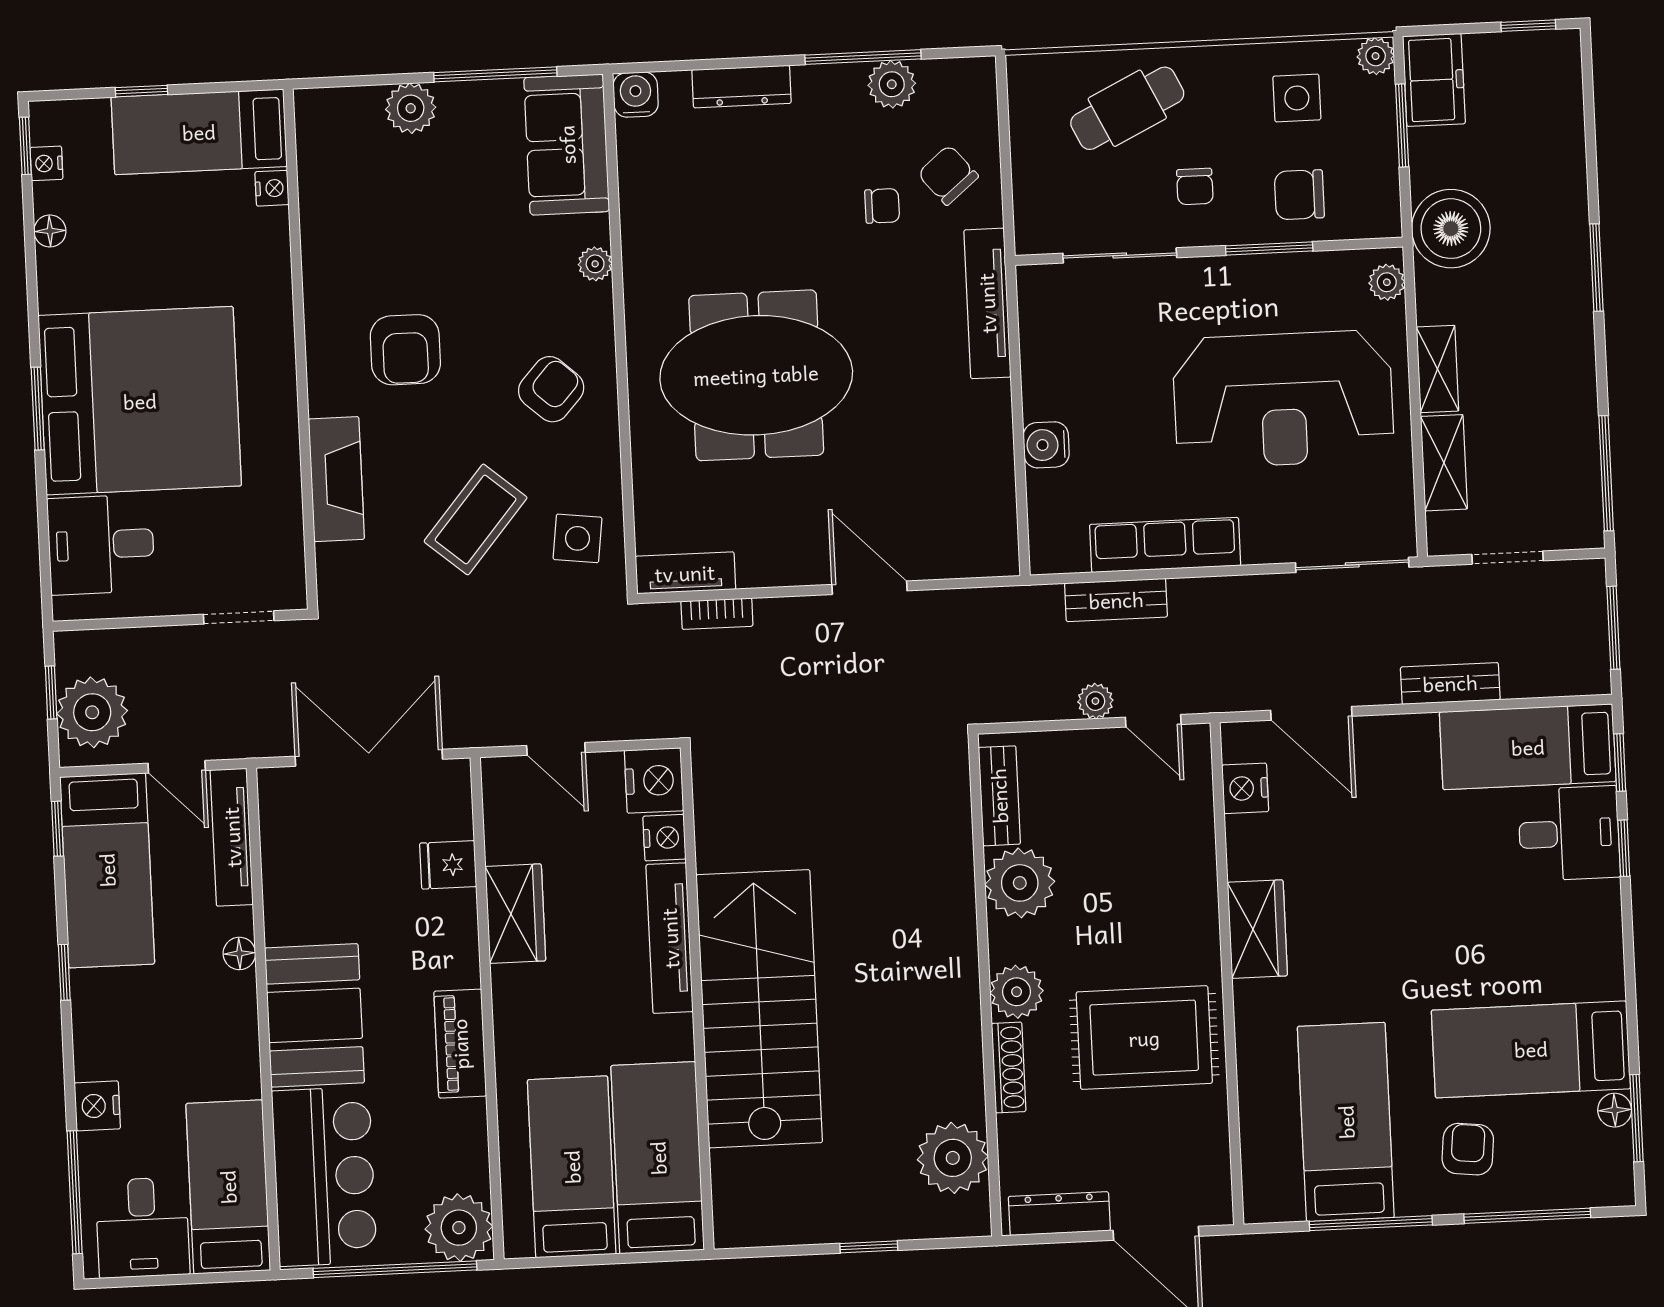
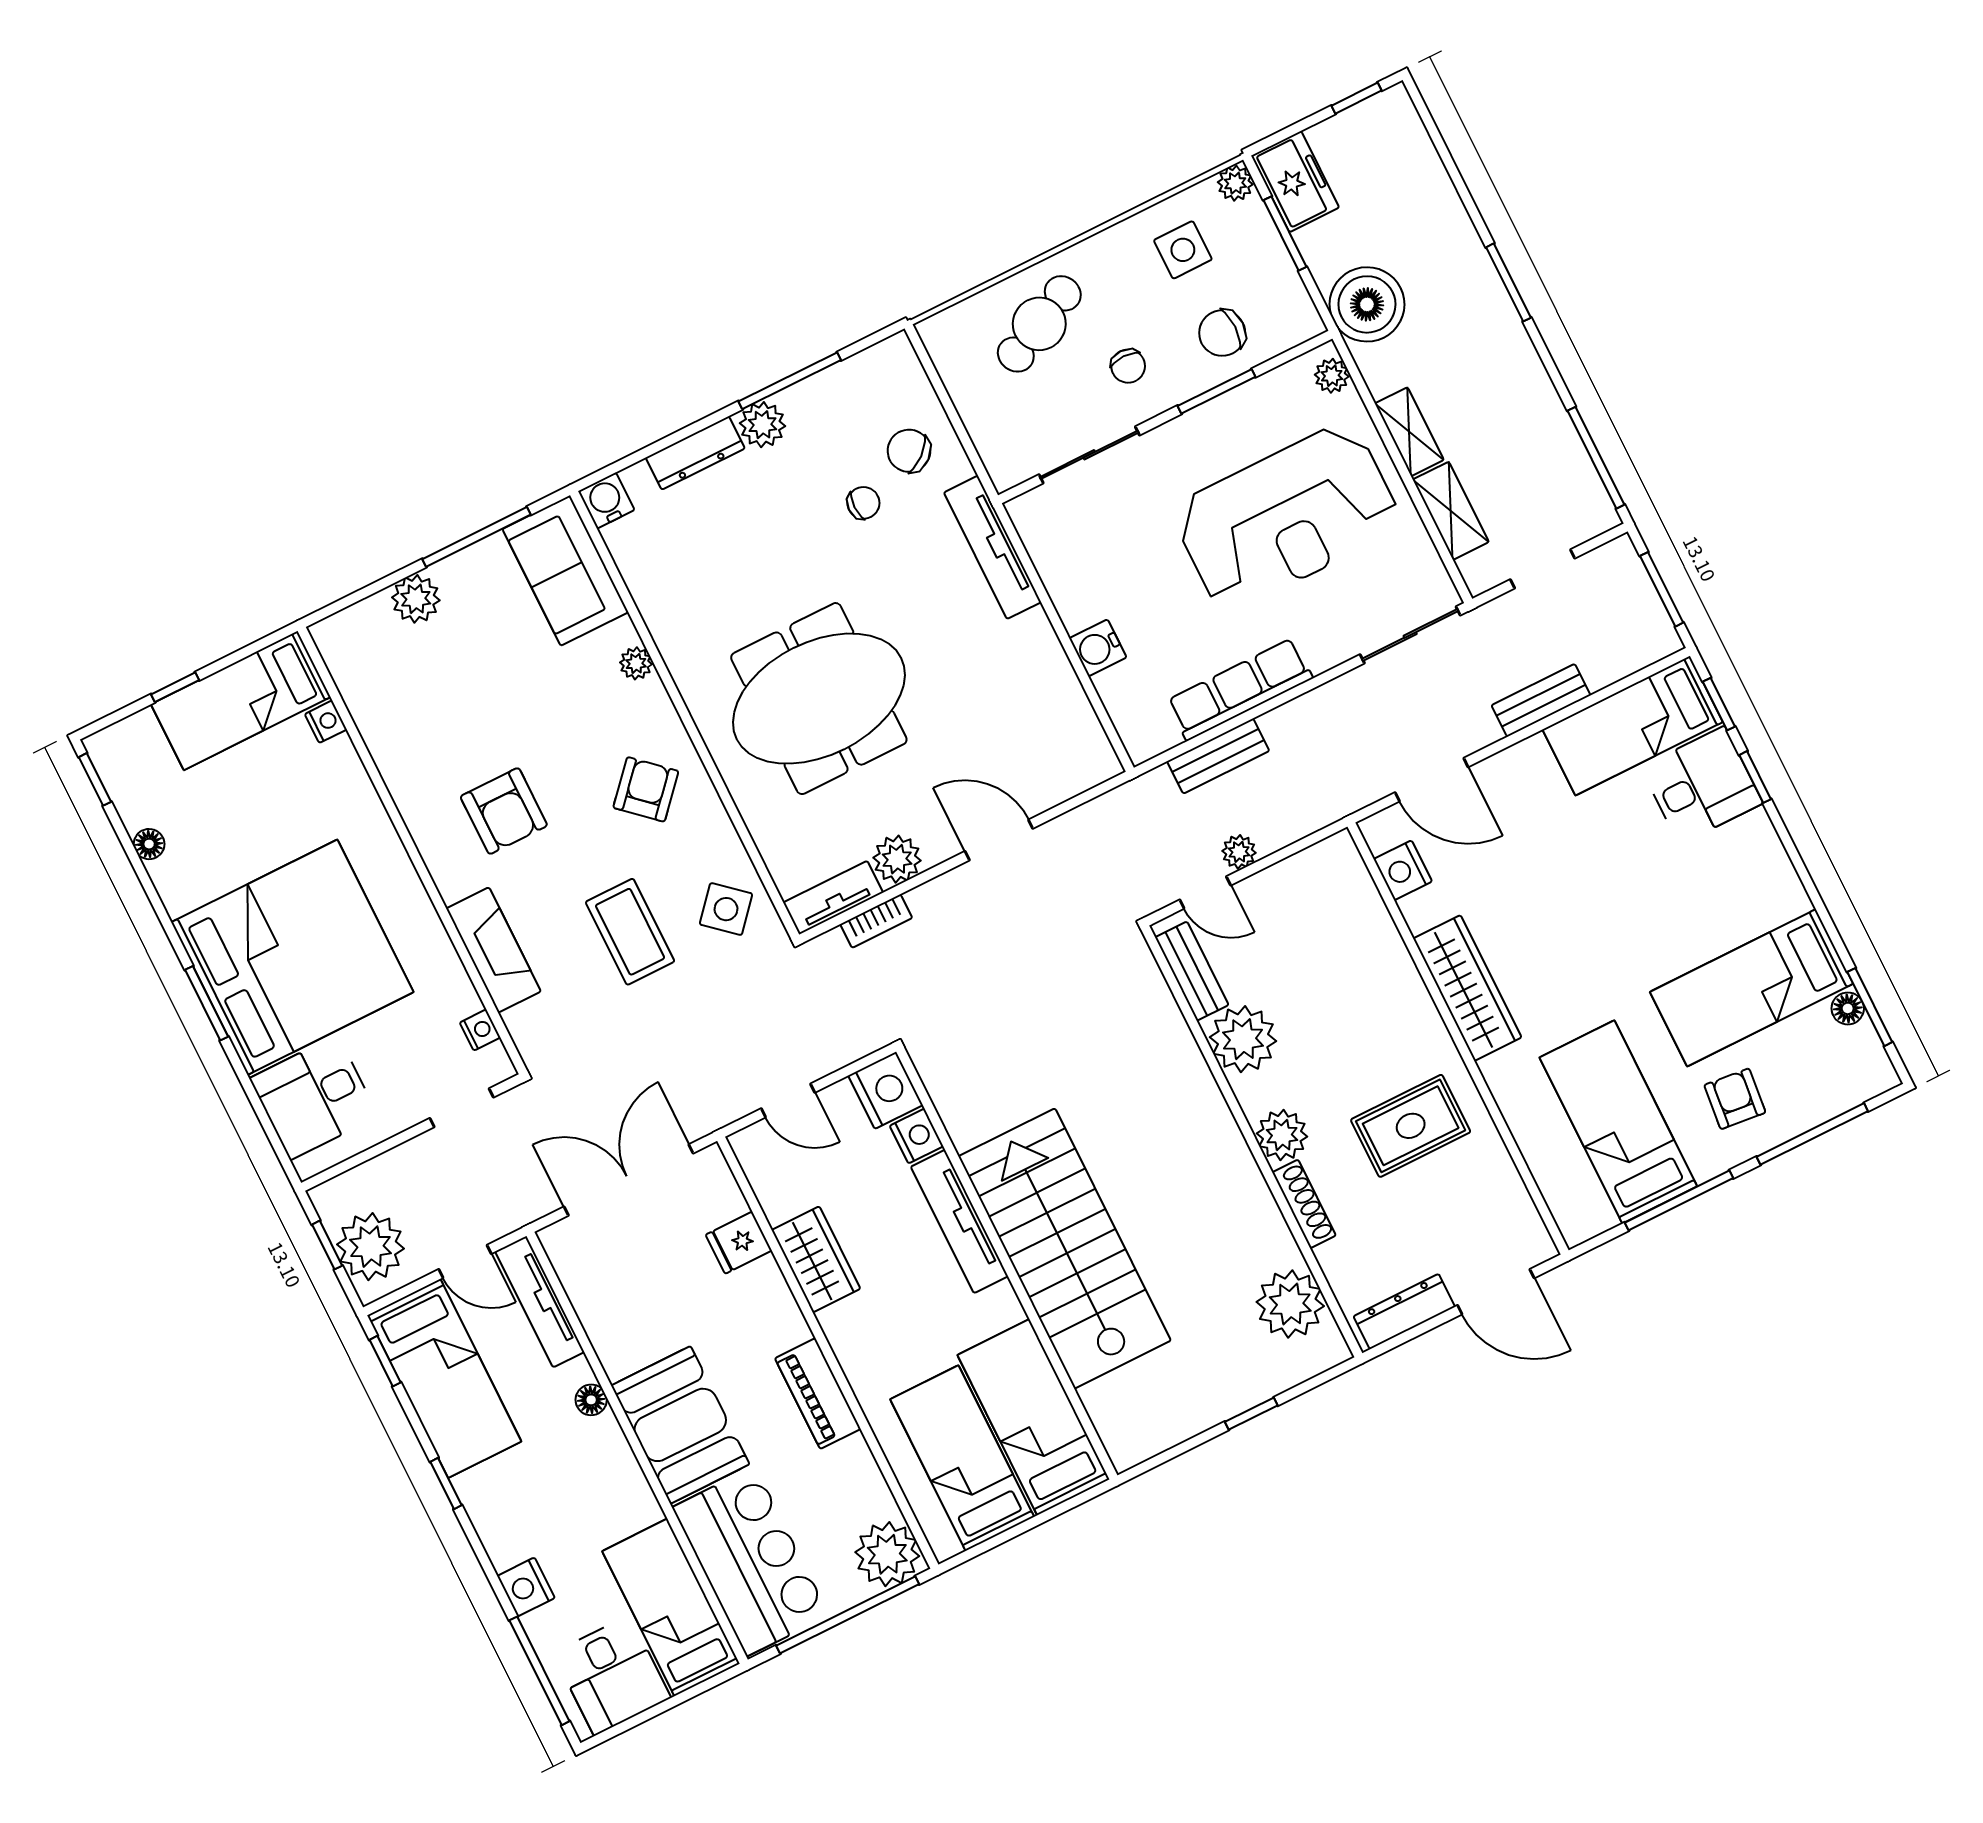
plant: (892, 84) -> (762, 425), moved
nightstand: (46, 163) -> (480, 1030), moved, turned 180
coffee table: (476, 519) -> (630, 932), turned -40
side table: (577, 538) -> (726, 909), turned 34
plant: (763, 563) -> (897, 859), added
door: (1153, 721) -> (1205, 893), moved
wardrobe: (1257, 929) -> (1467, 988), width x1.50
rug: (1144, 1038) -> (1411, 1126), width x0.73, depth x0.70

